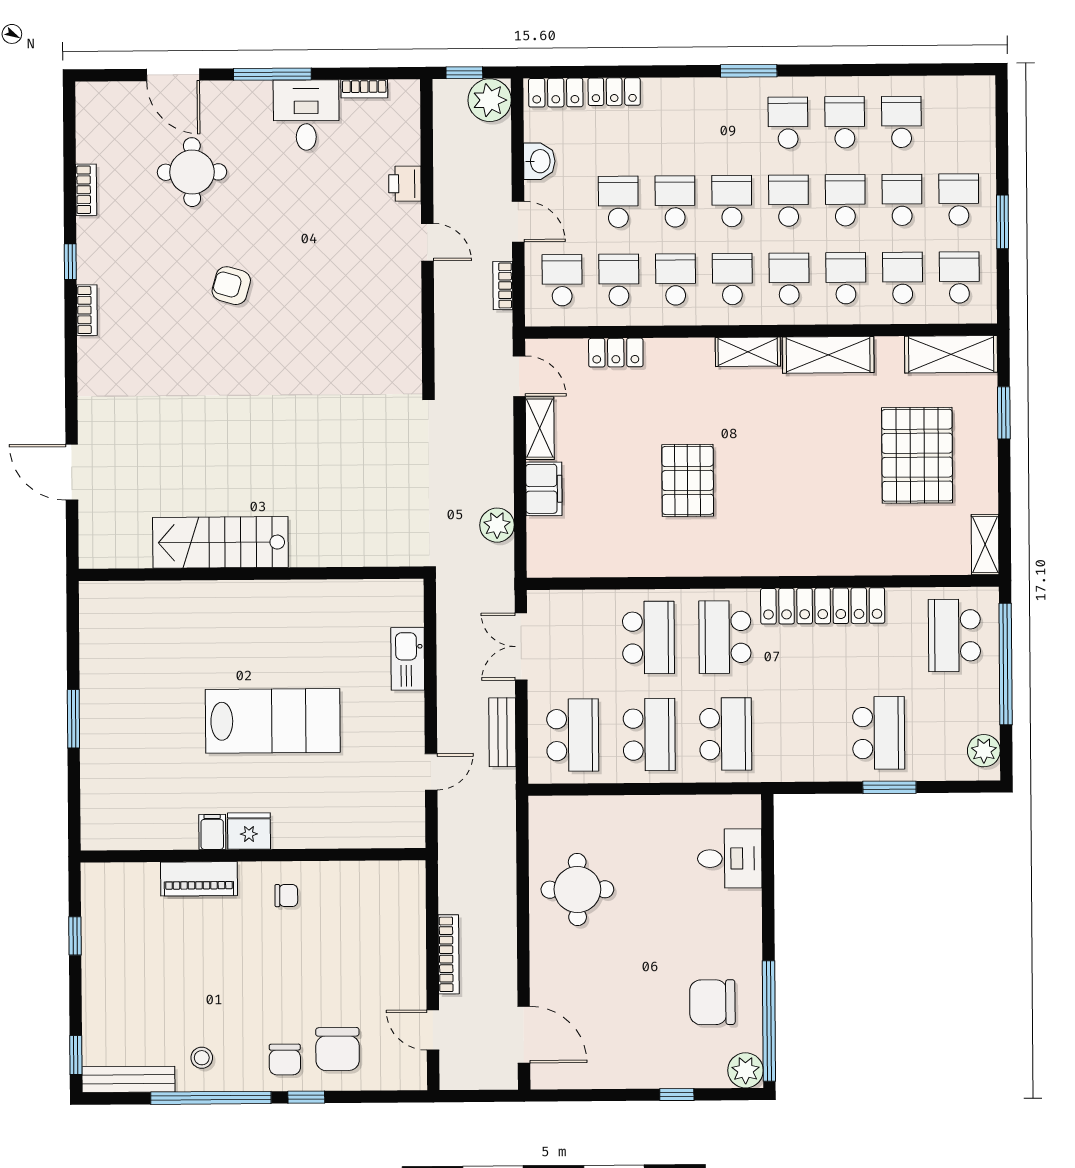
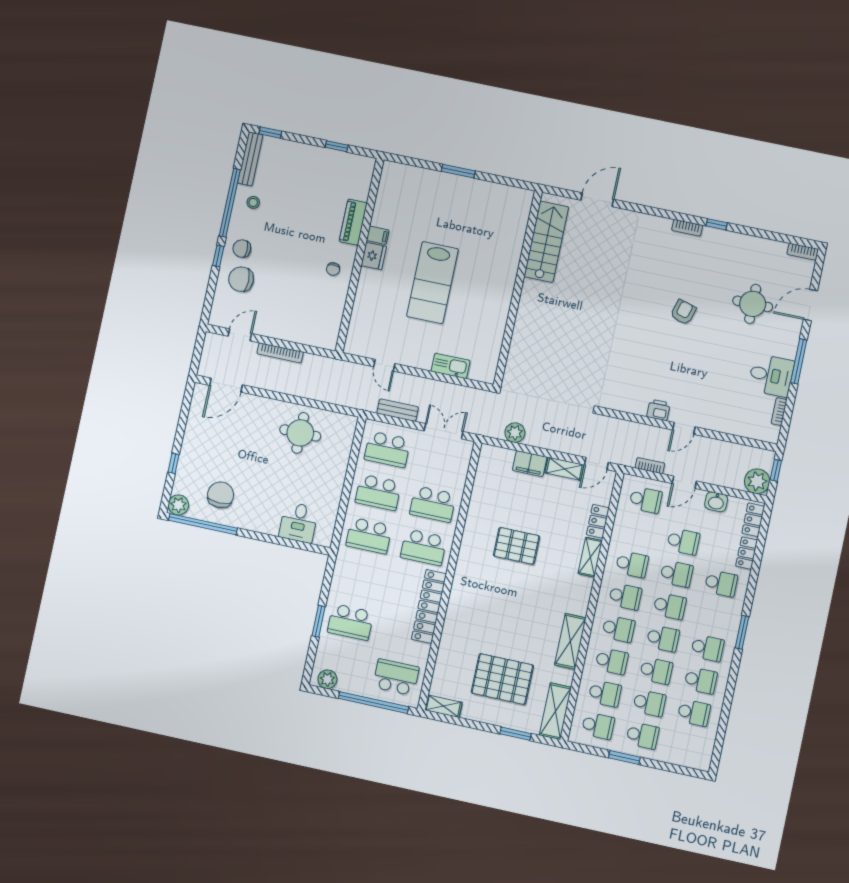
printer: (405, 184) -> (658, 410), moved
bookcase: (86, 190) -> (803, 252), moved
school desk: (619, 280) -> (721, 583), moved
shelving: (748, 352) -> (590, 557), moved
stairs: (220, 542) -> (546, 242), moved
school desk: (725, 637) -> (424, 547), turned 180

